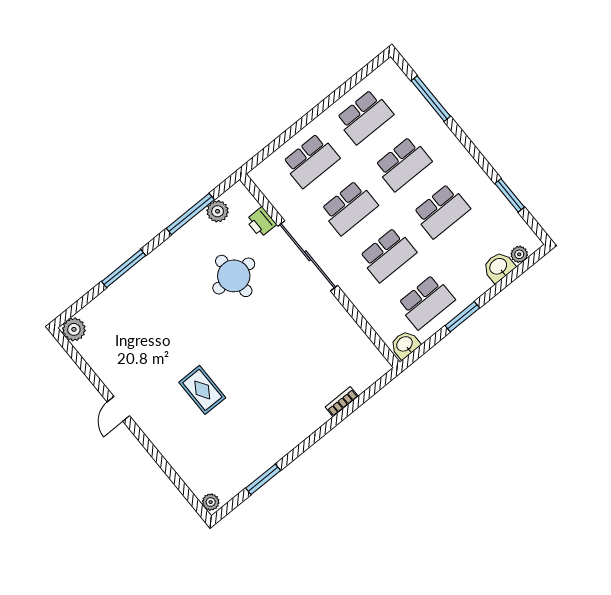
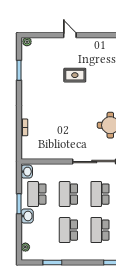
washbasin: (499, 267) -> (27, 216), moved
door: (118, 409) -> (70, 35), moved

